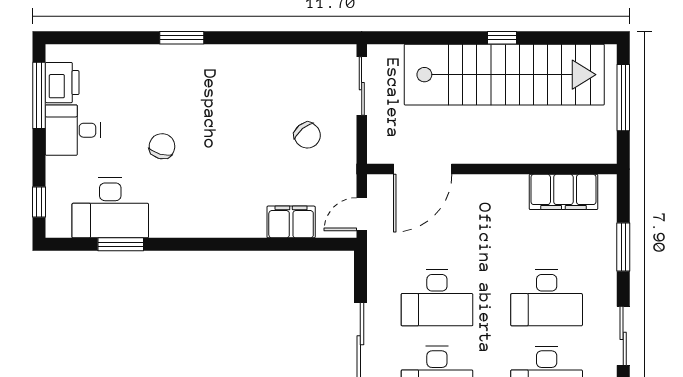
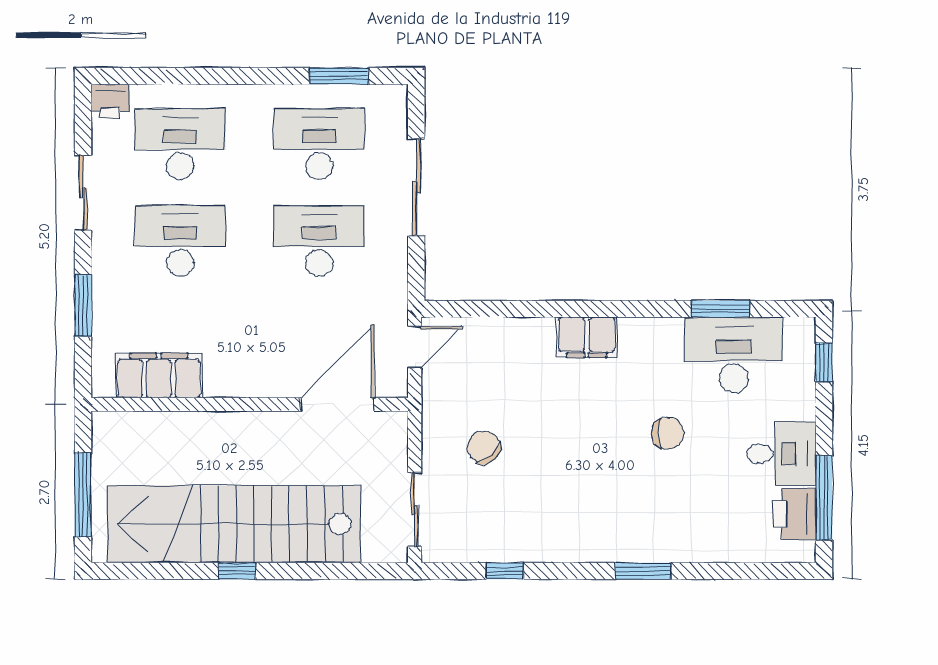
window: (291, 38) -> (505, 571), added
chair: (162, 146) -> (668, 433), turned -106
filing cabinet: (291, 222) -> (587, 337), moved

